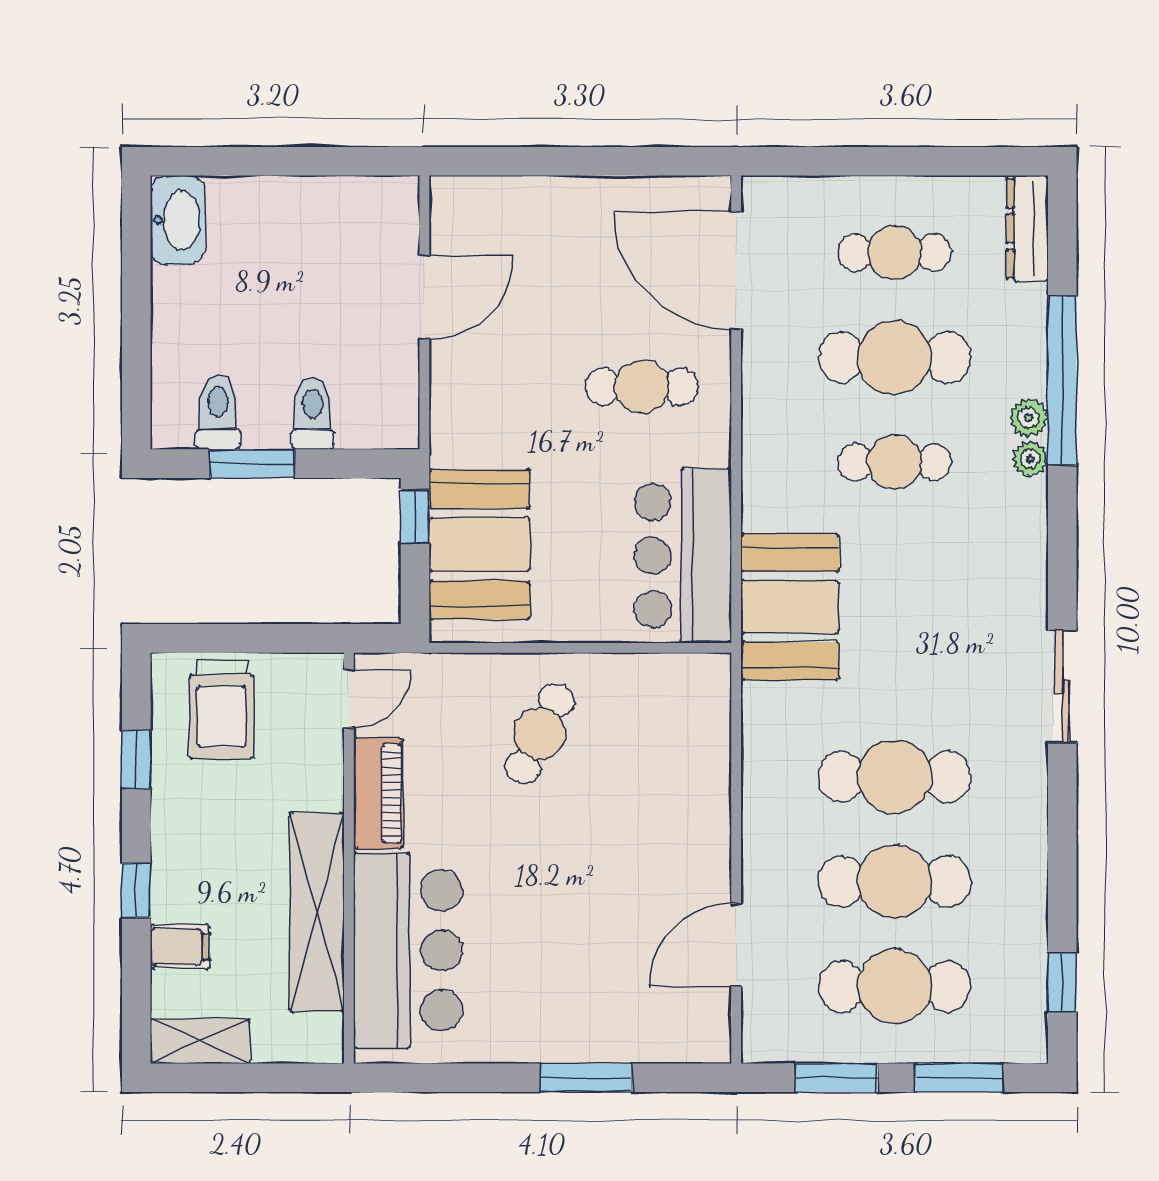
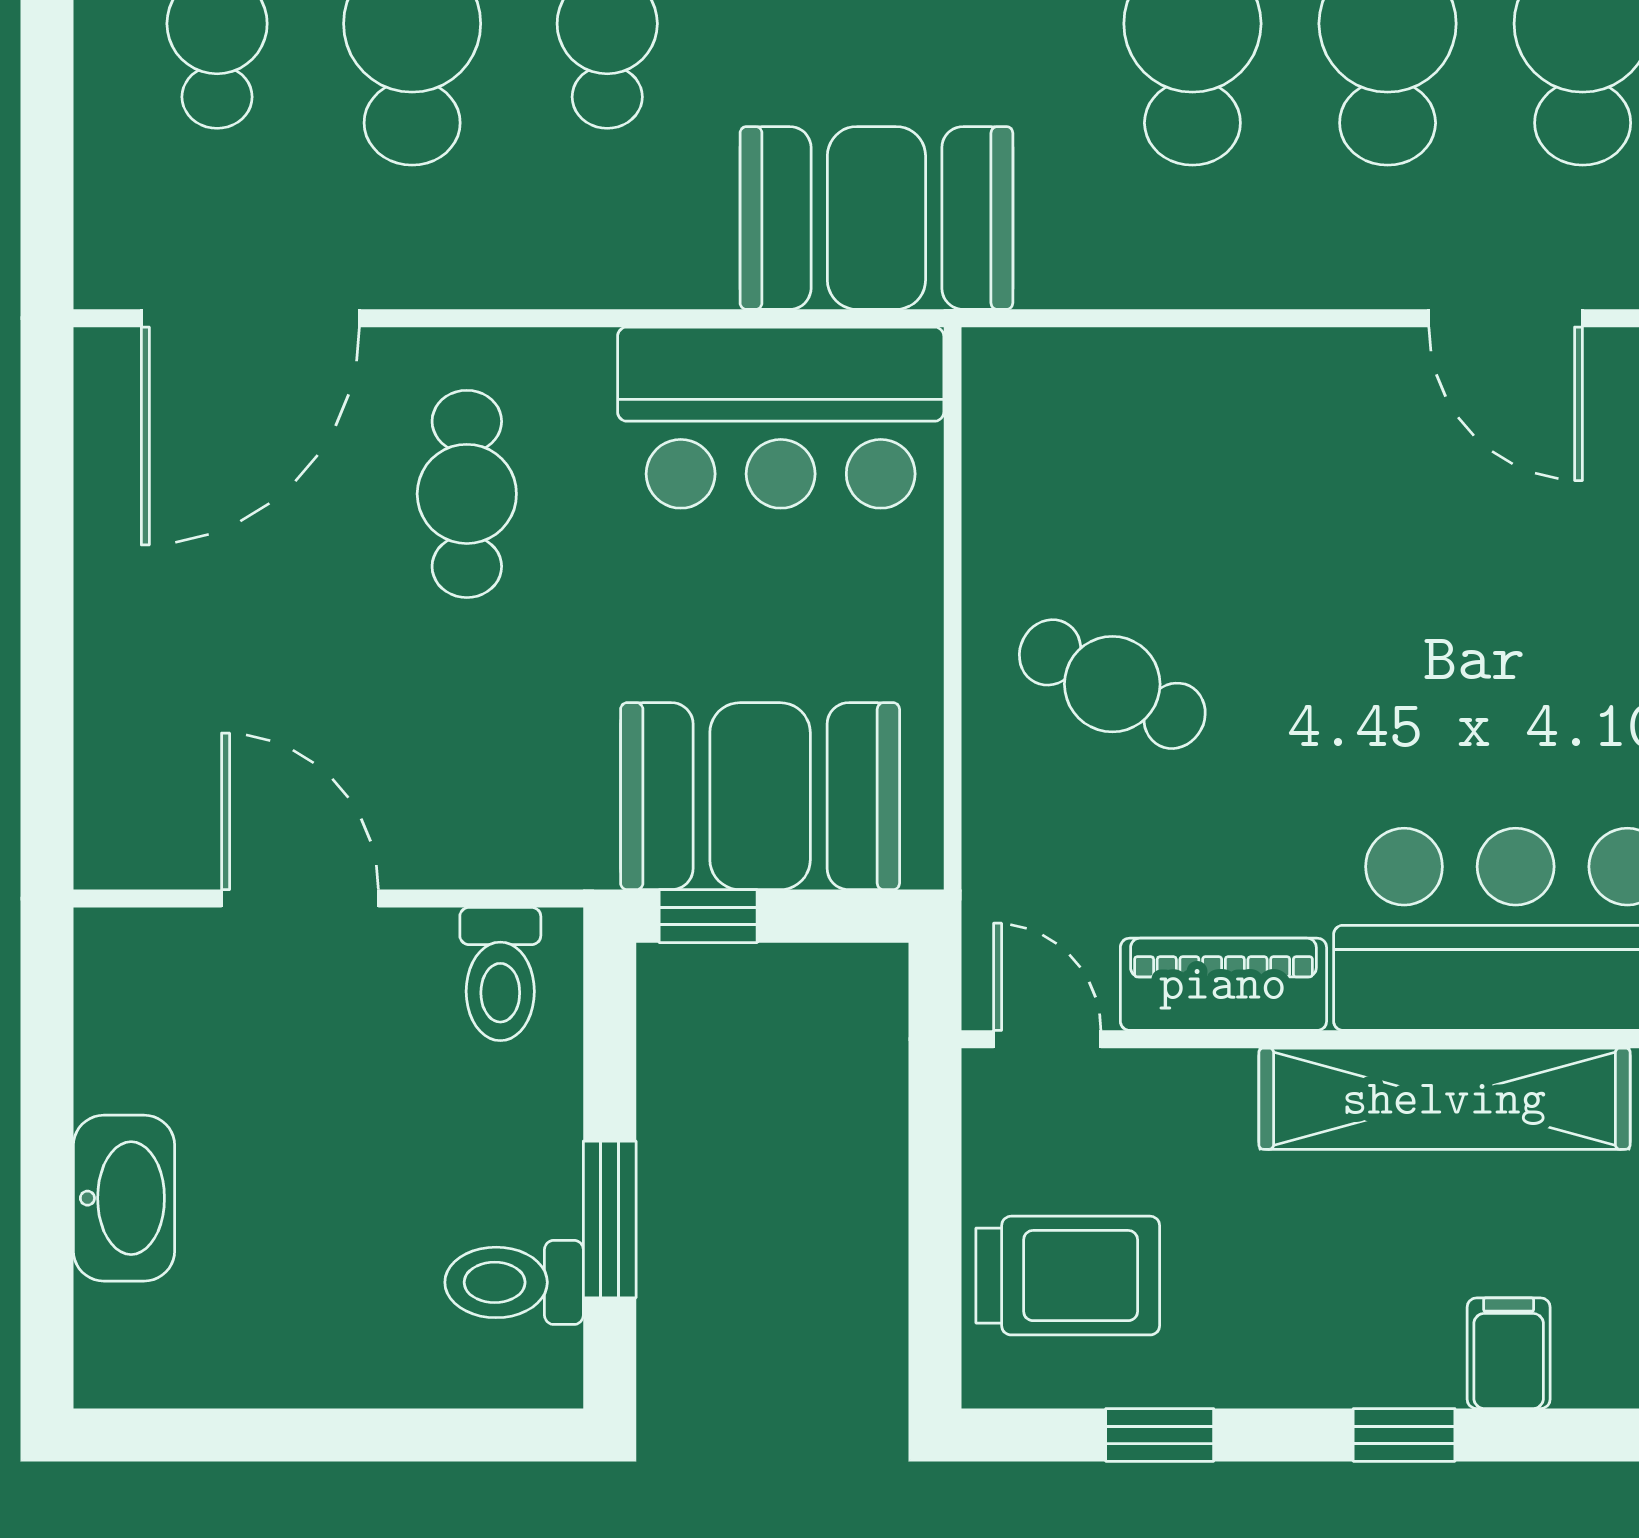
washbasin: (178, 220) -> (124, 1198), moved, turned 90
toilet: (313, 414) -> (500, 974), moved, turned -90

